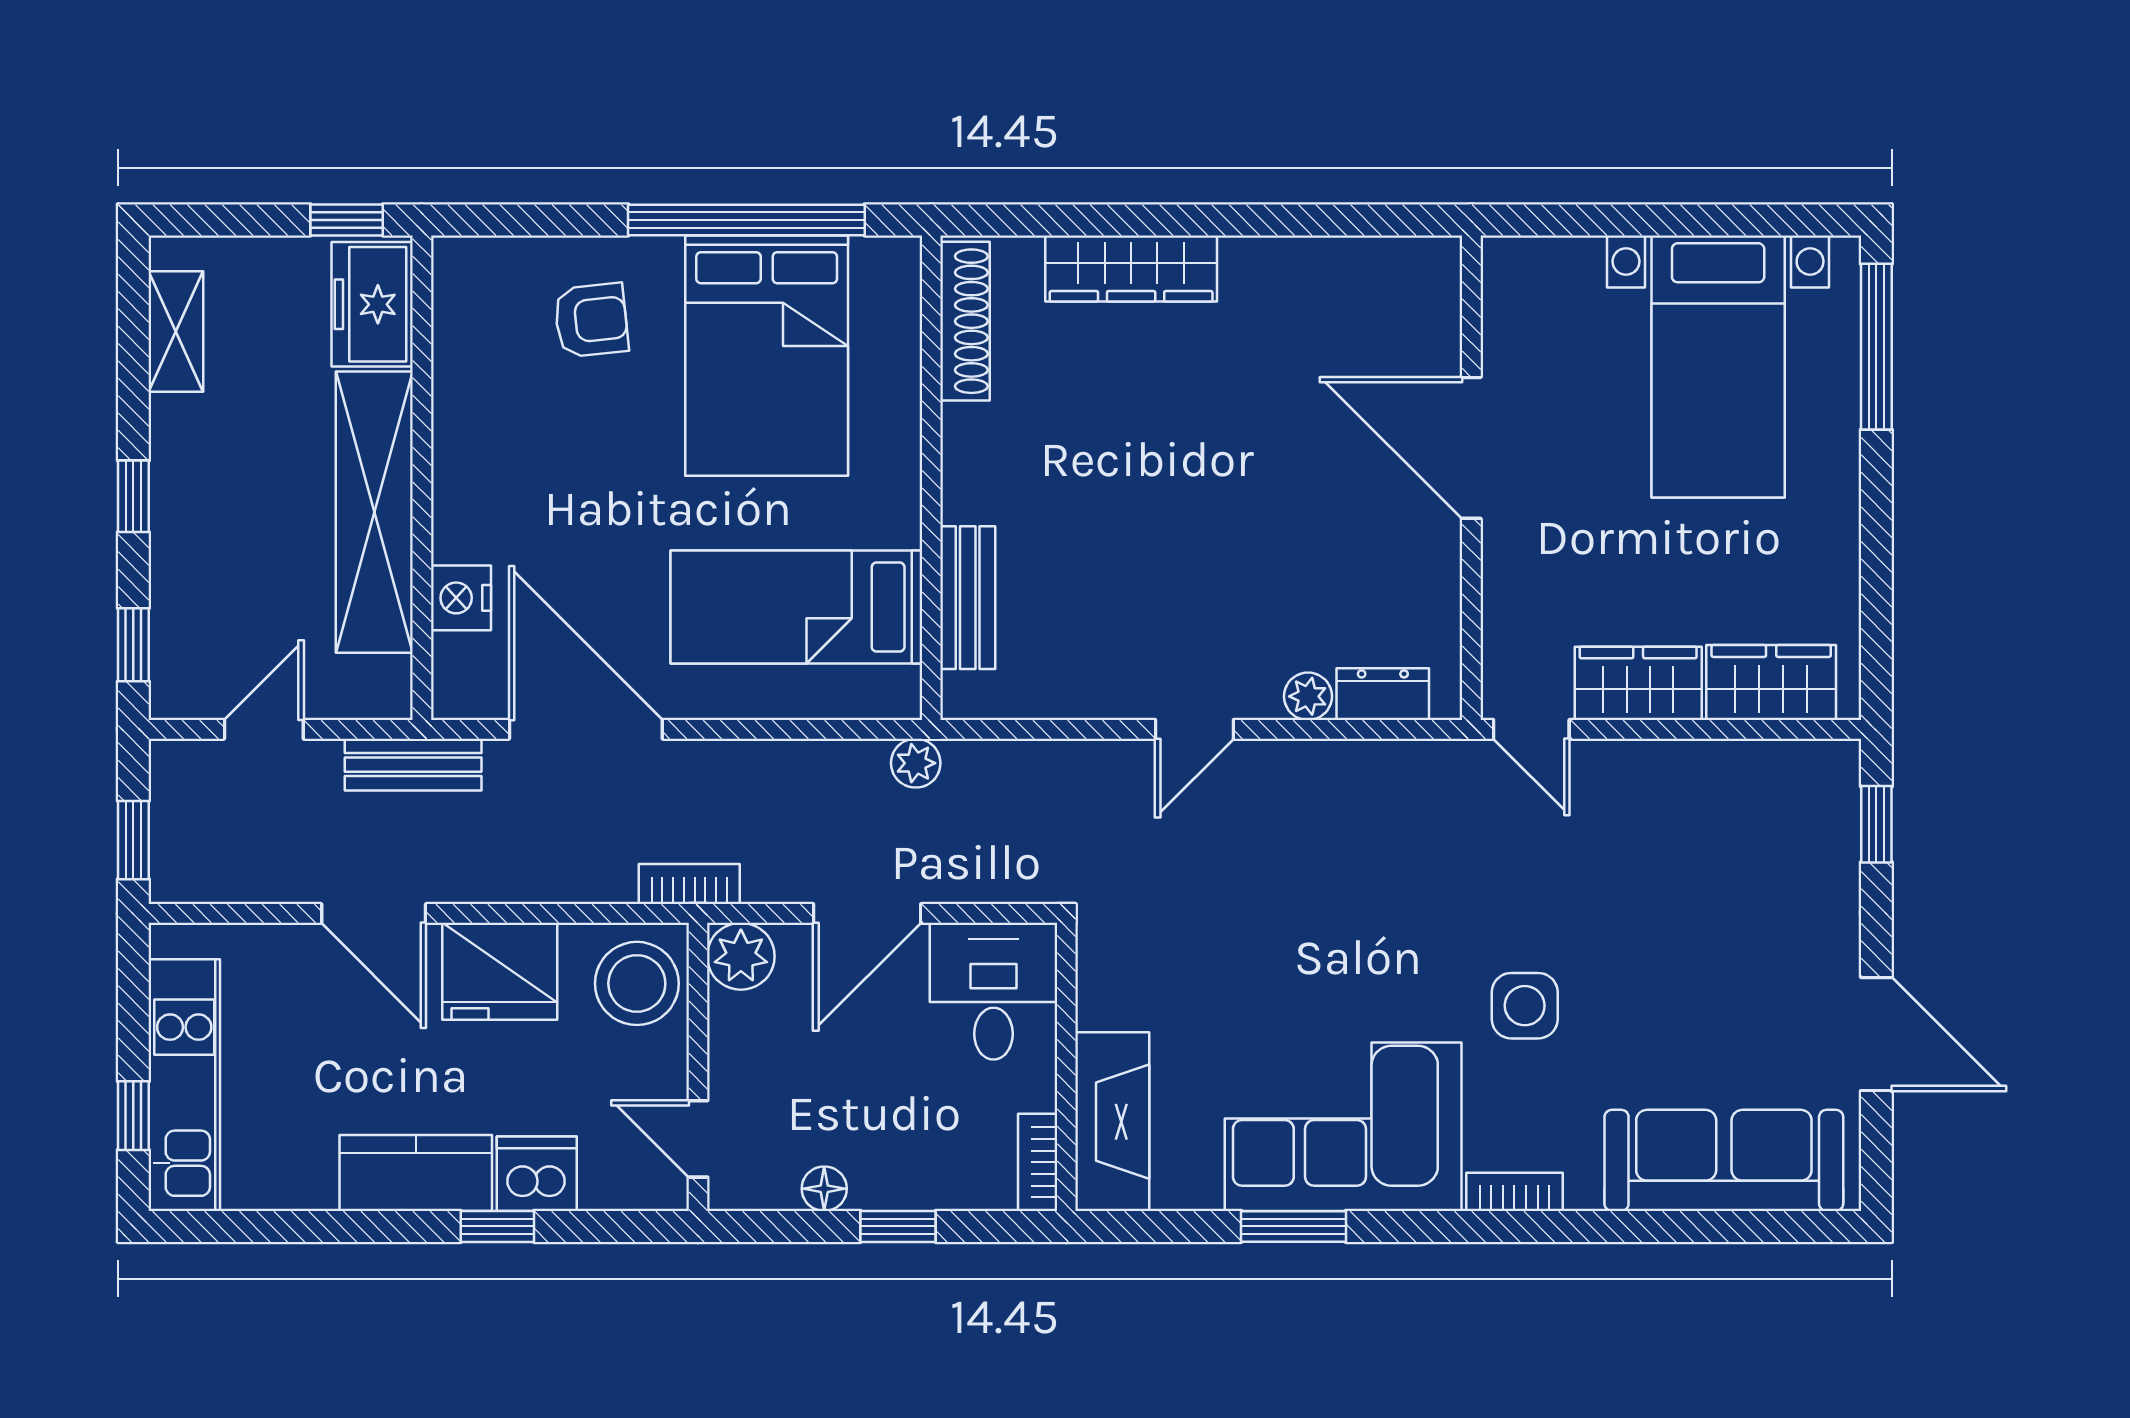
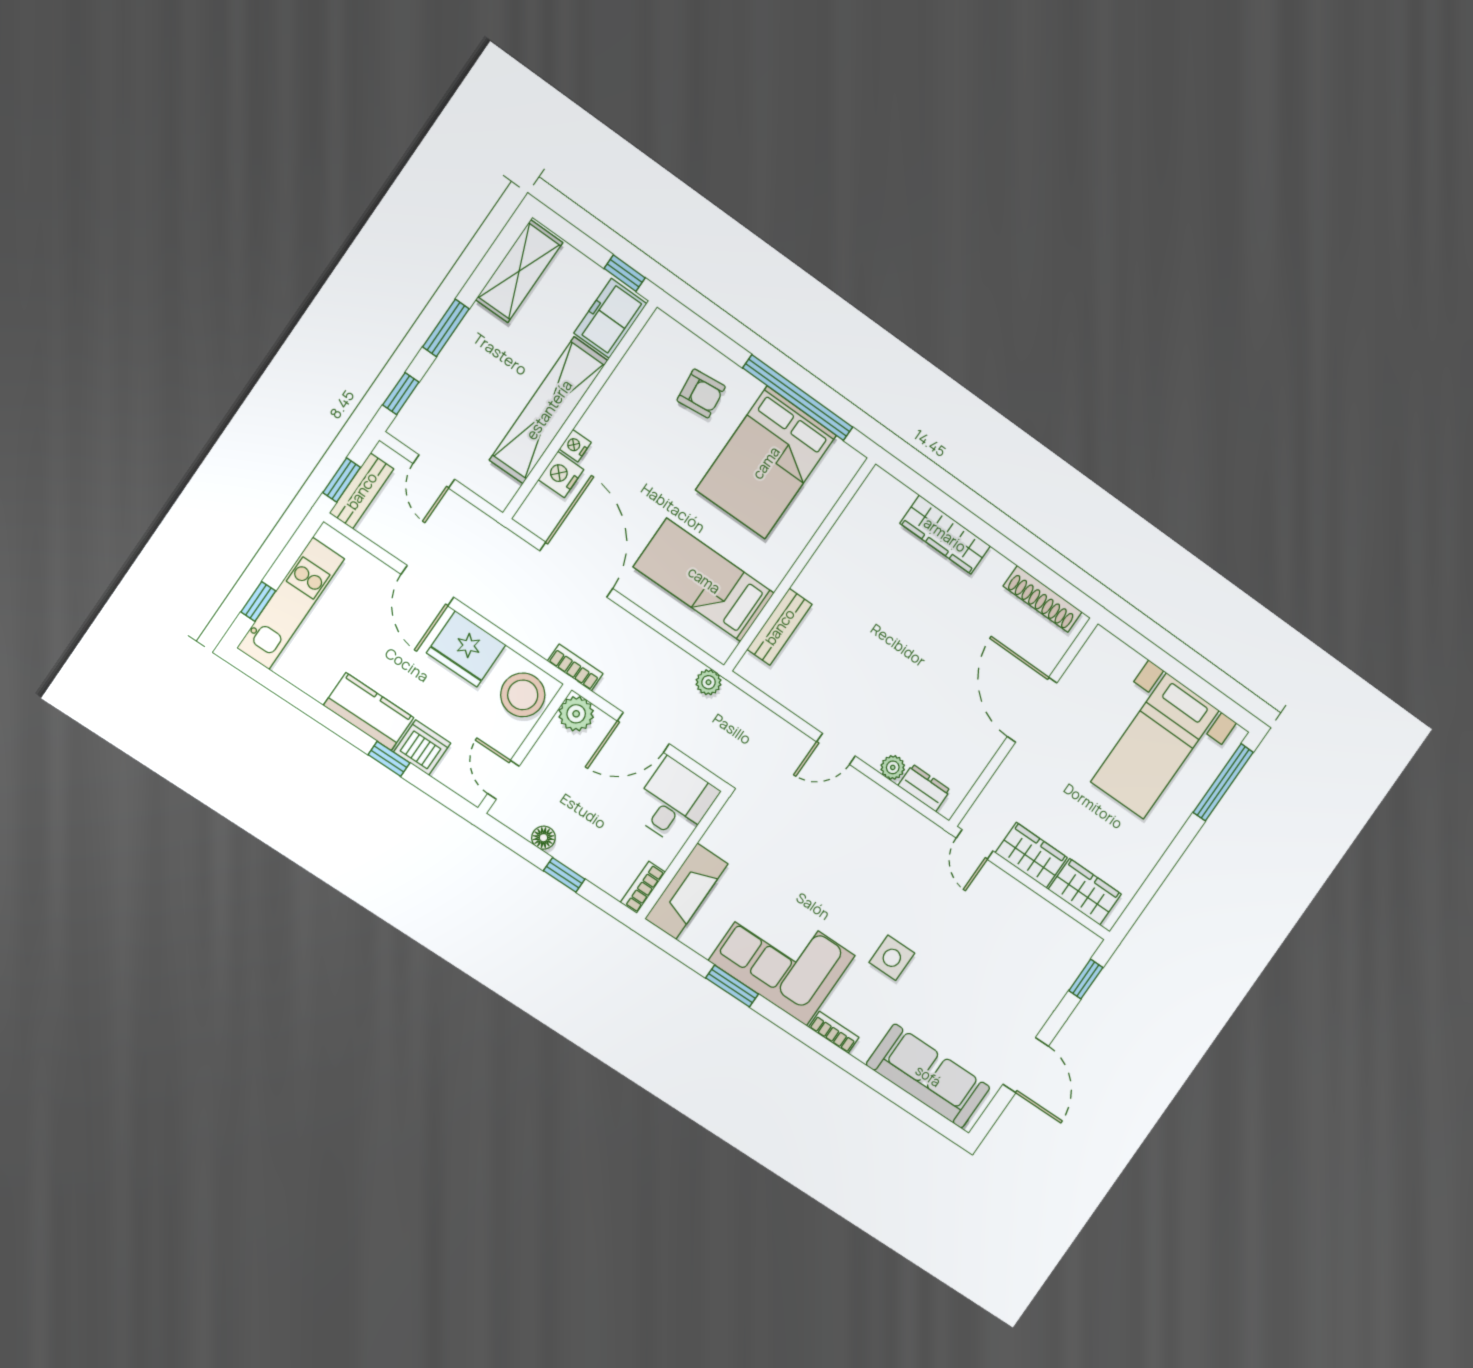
shoe rack: (965, 321) -> (1043, 599), moved, turned 90
shelving: (176, 331) -> (519, 271), width x1.50, depth x1.33
window: (133, 496) -> (446, 328), width x1.50
nightstand: (452, 538) -> (575, 446), added
door: (264, 729) -> (434, 471), swing flipped
bench: (413, 765) -> (362, 491), moved, turned 90

